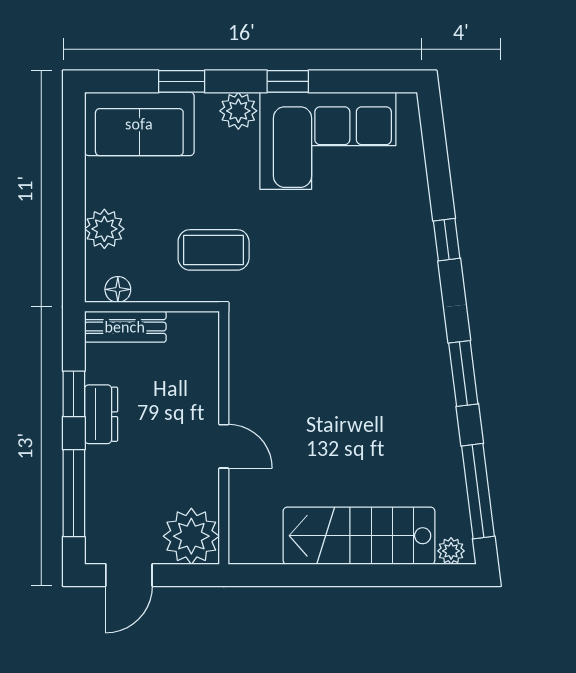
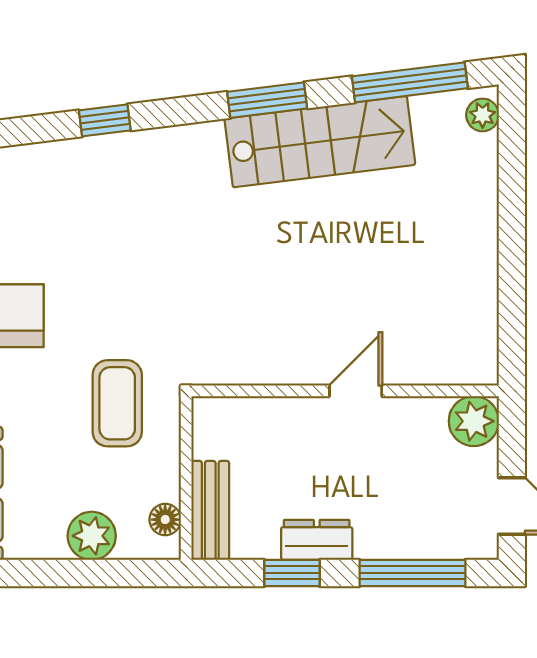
plant: (191, 536) -> (474, 421), width x0.73, depth x0.73
stairs: (359, 536) -> (320, 142), moved, turned -97

